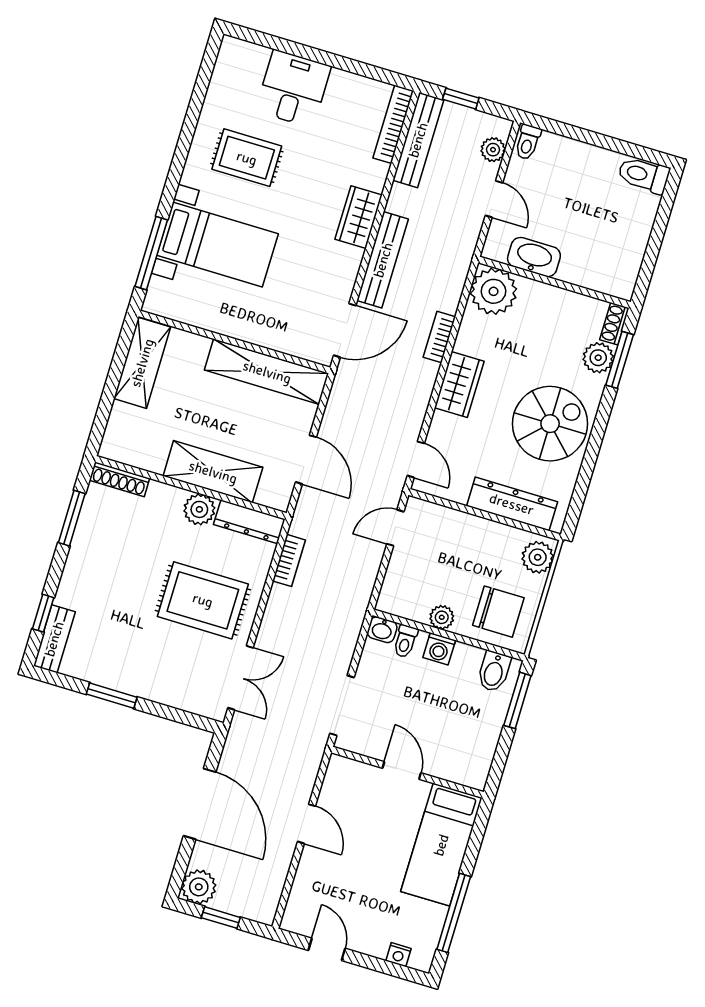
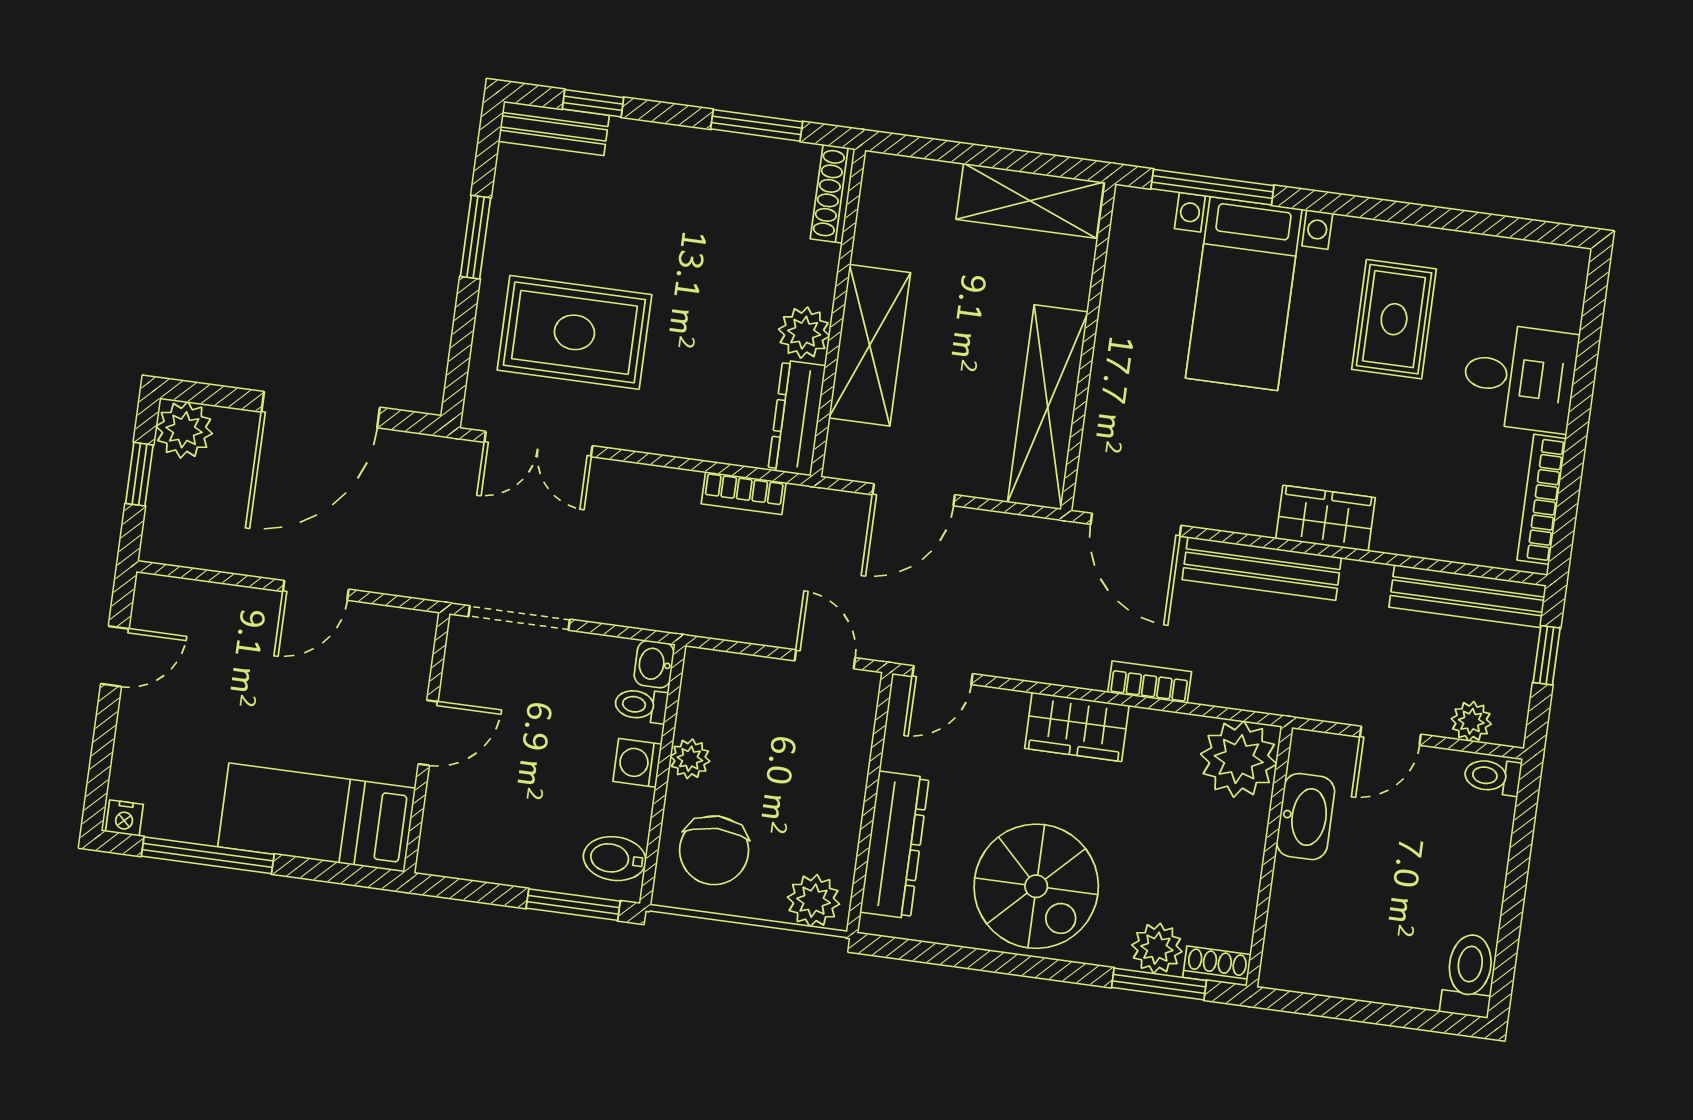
bookcase: (393, 124) -> (1542, 499), moved, turned -90
rug: (203, 600) -> (574, 332), moved, turned 90
nightstand: (398, 955) -> (124, 818), moved, turned -90

